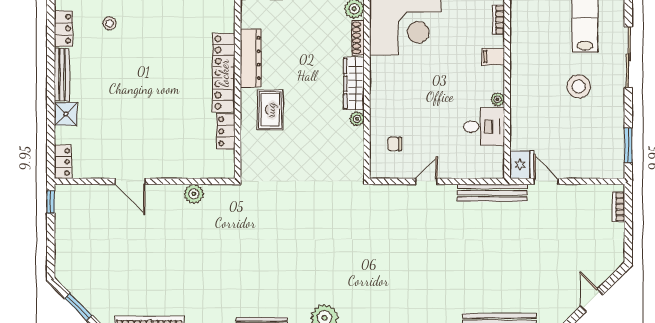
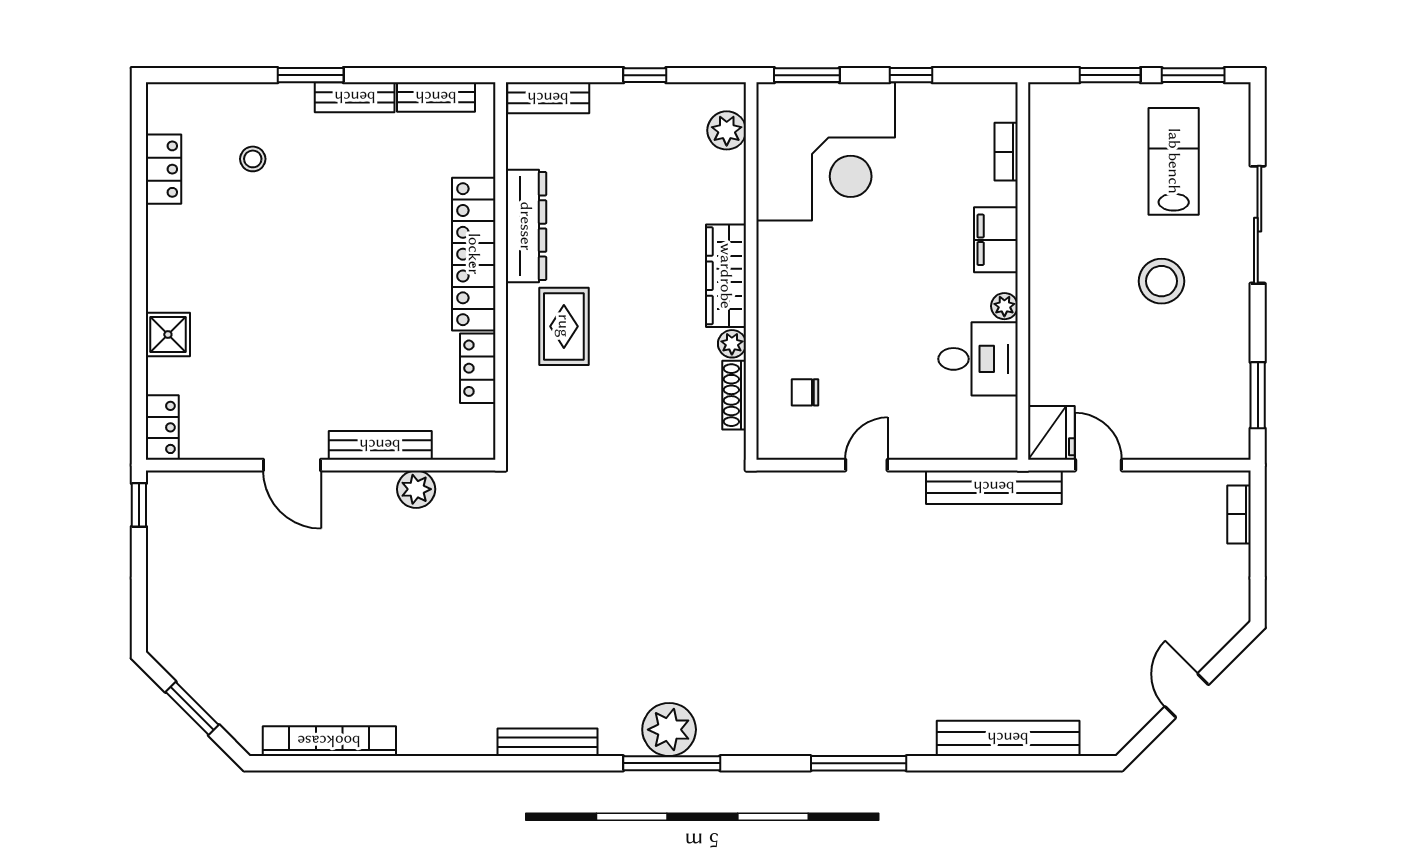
shoe rack: (358, 38) -> (734, 395), moved
filing cabinet: (493, 57) -> (996, 240), width x2.00
bench: (62, 75) -> (380, 445), moved, turned 90

